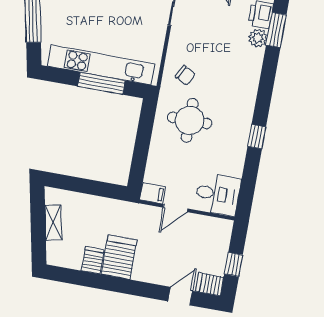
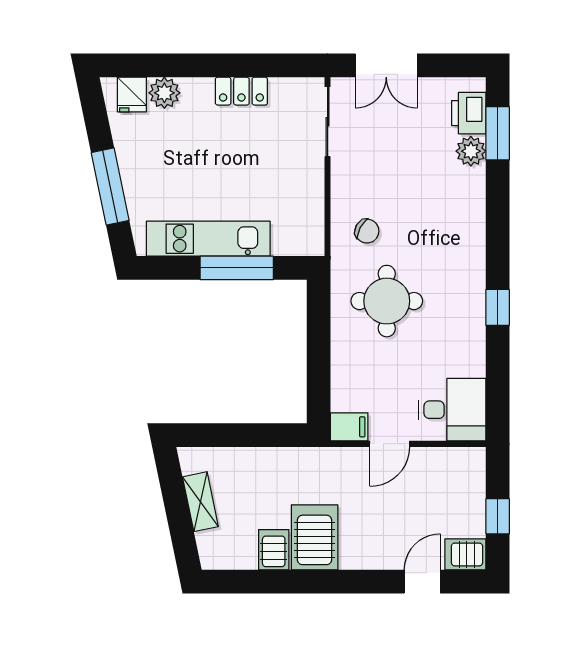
kitchen unit: (101, 65) -> (208, 239), width x0.73

